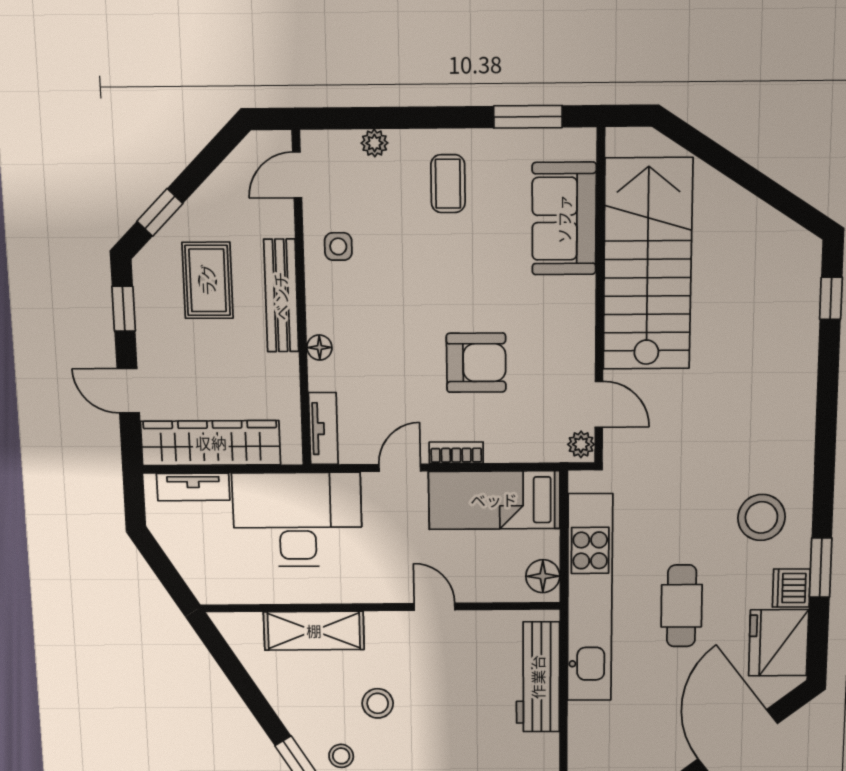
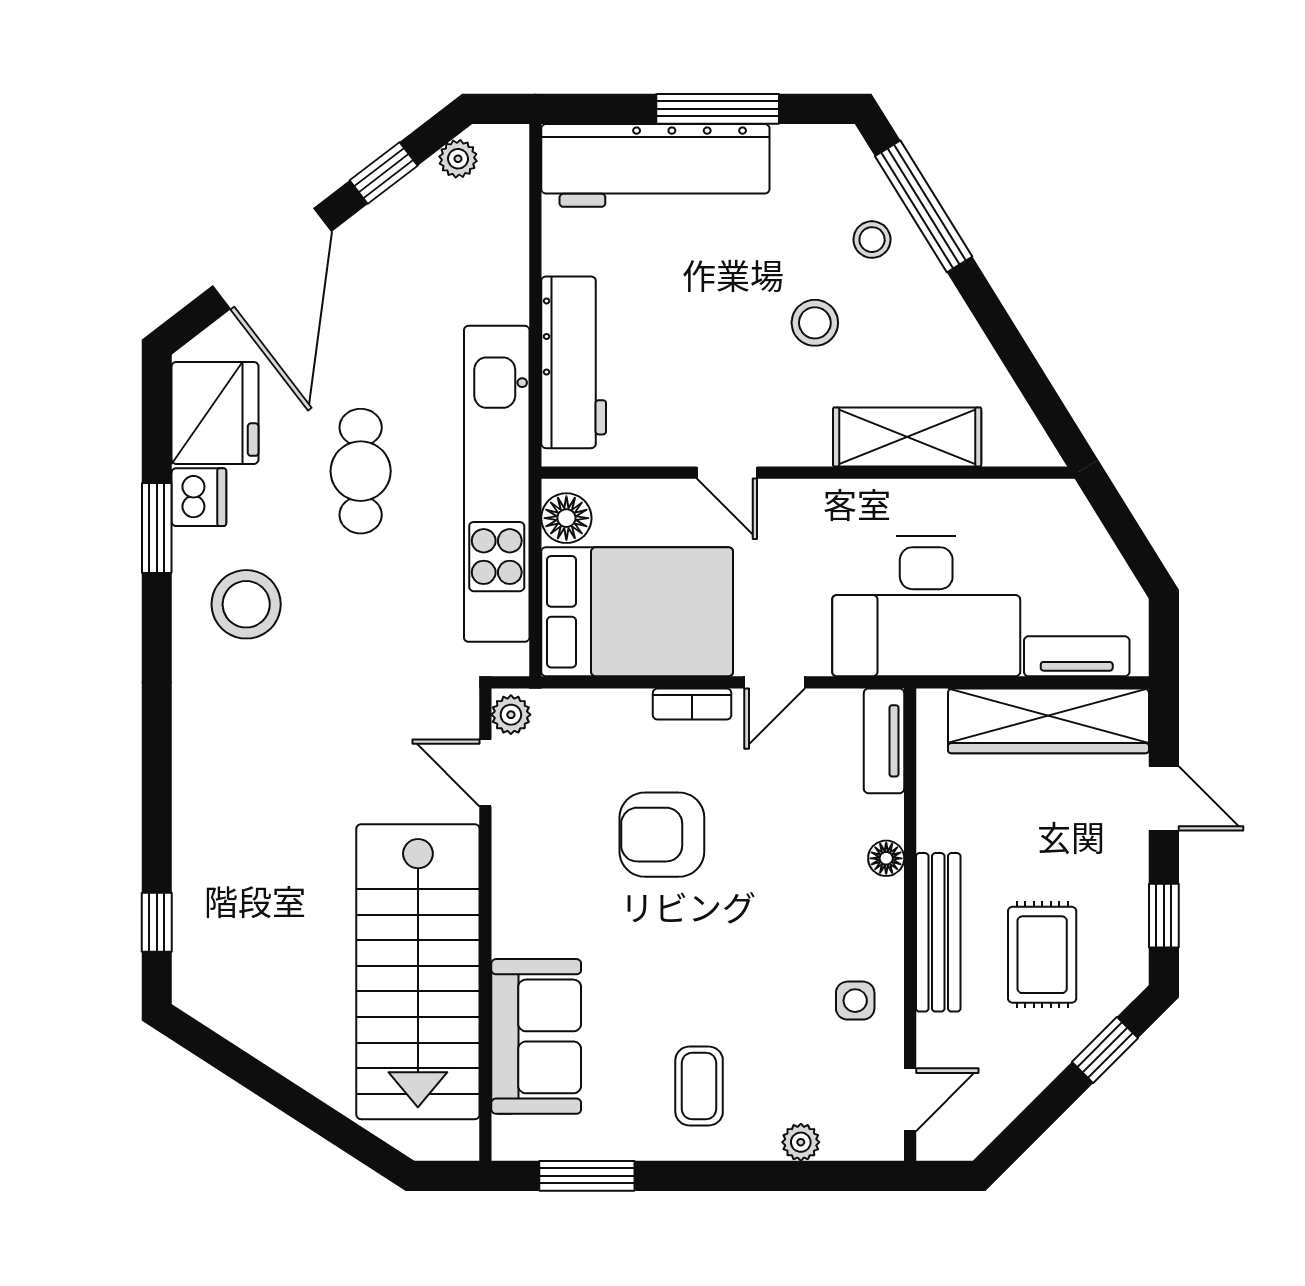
bed: (494, 500) -> (637, 612), width x1.50

